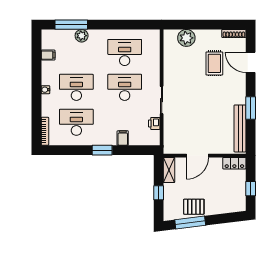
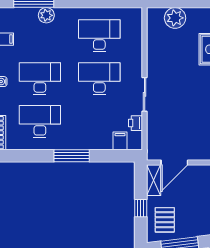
filing cabinet: (123, 138) -> (120, 141), moved
window: (102, 150) -> (72, 156), width x1.44
door: (197, 156) -> (174, 162), moved
pallet: (194, 207) -> (165, 220), moved, turned 90

